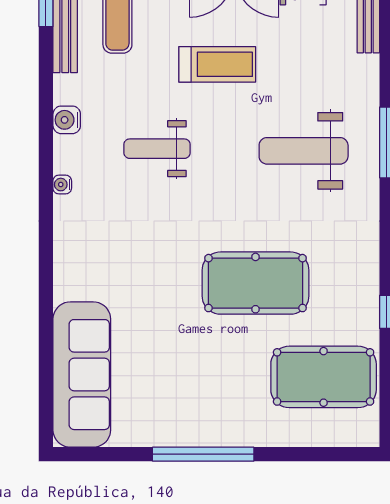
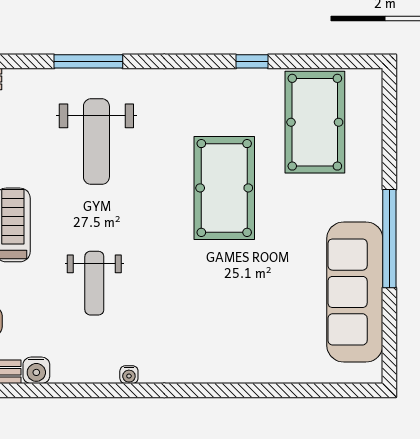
water cooler: (67, 120) -> (36, 370), moved
sofa: (82, 375) -> (355, 292), moved, turned -90

